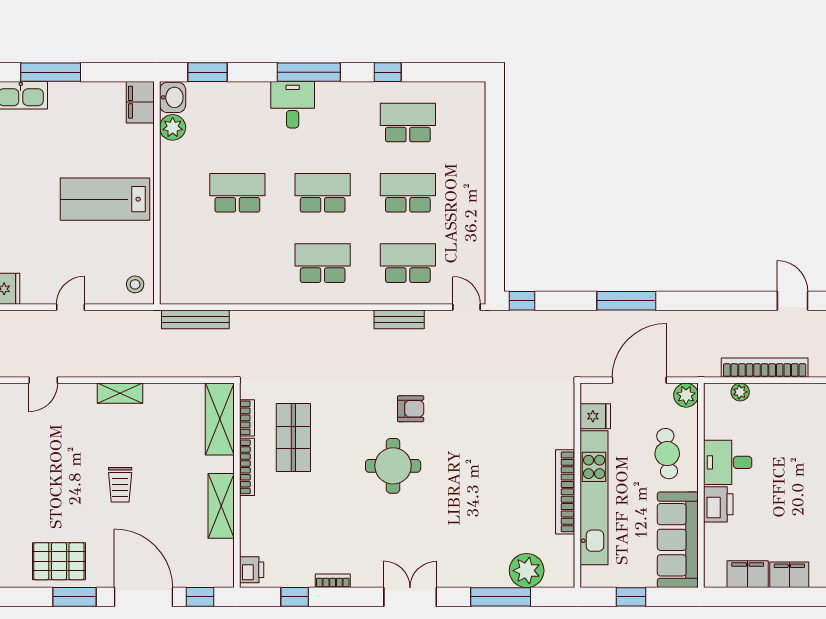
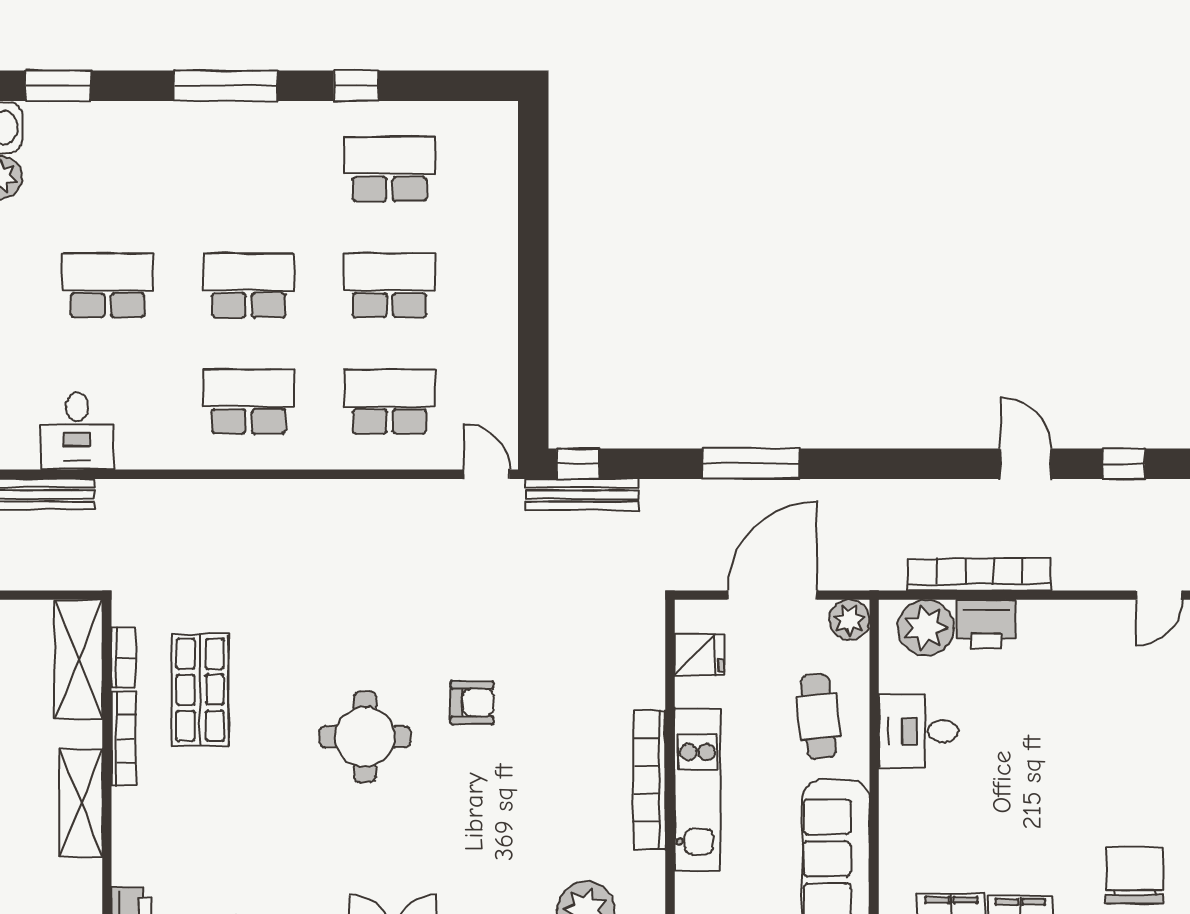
desk: (293, 105) -> (77, 431), moved, turned 180
bench: (399, 319) -> (582, 495), moved, width x1.36
plant: (740, 392) -> (926, 628), width x1.88, depth x1.88
armchair: (411, 409) -> (472, 703), moved
kitchen unit: (594, 498) -> (697, 790), width x0.73
printer: (718, 504) -> (986, 624), moved, turned 90

